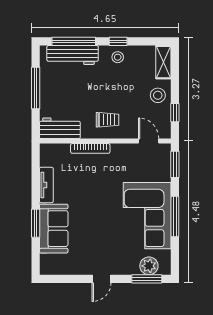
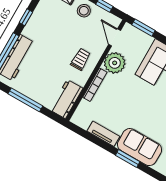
stool: (118, 57) -> (38, 25), removed
door: (149, 141) -> (115, 37), hinge flipped
plant: (123, 156) -> (115, 63), added

